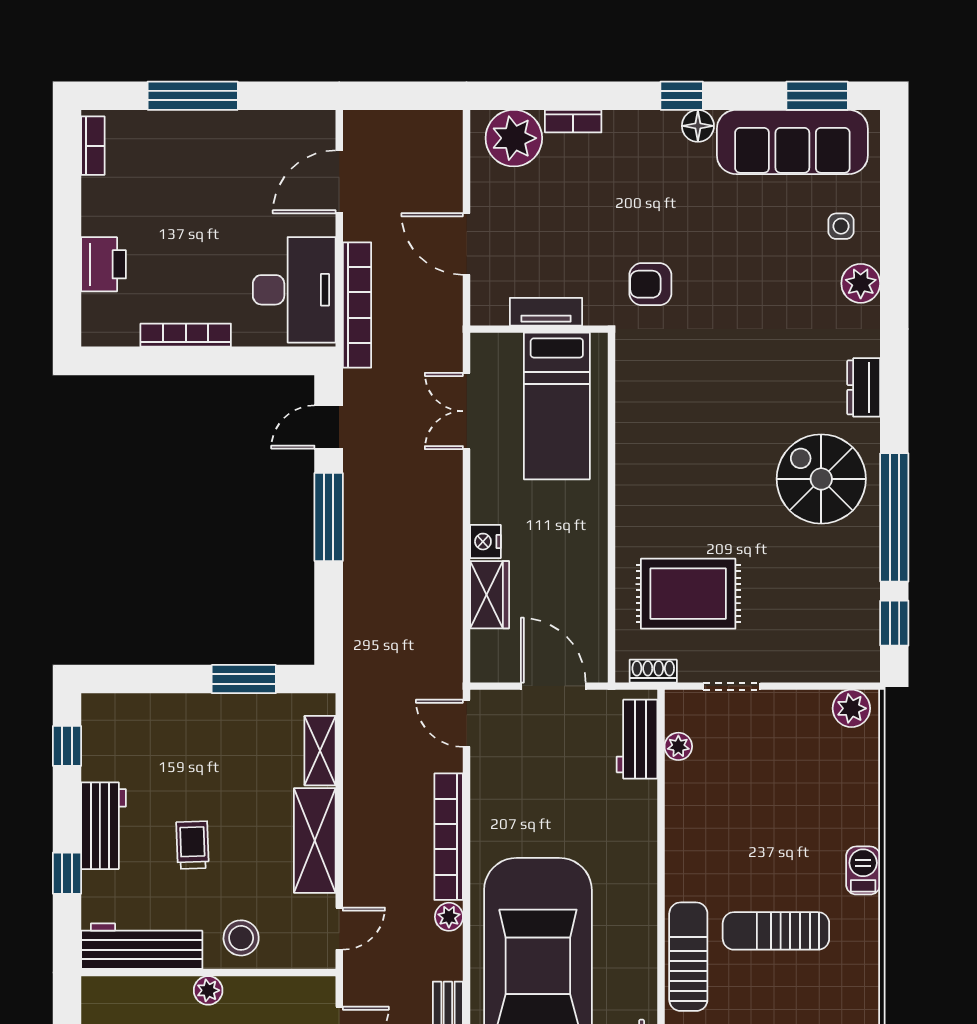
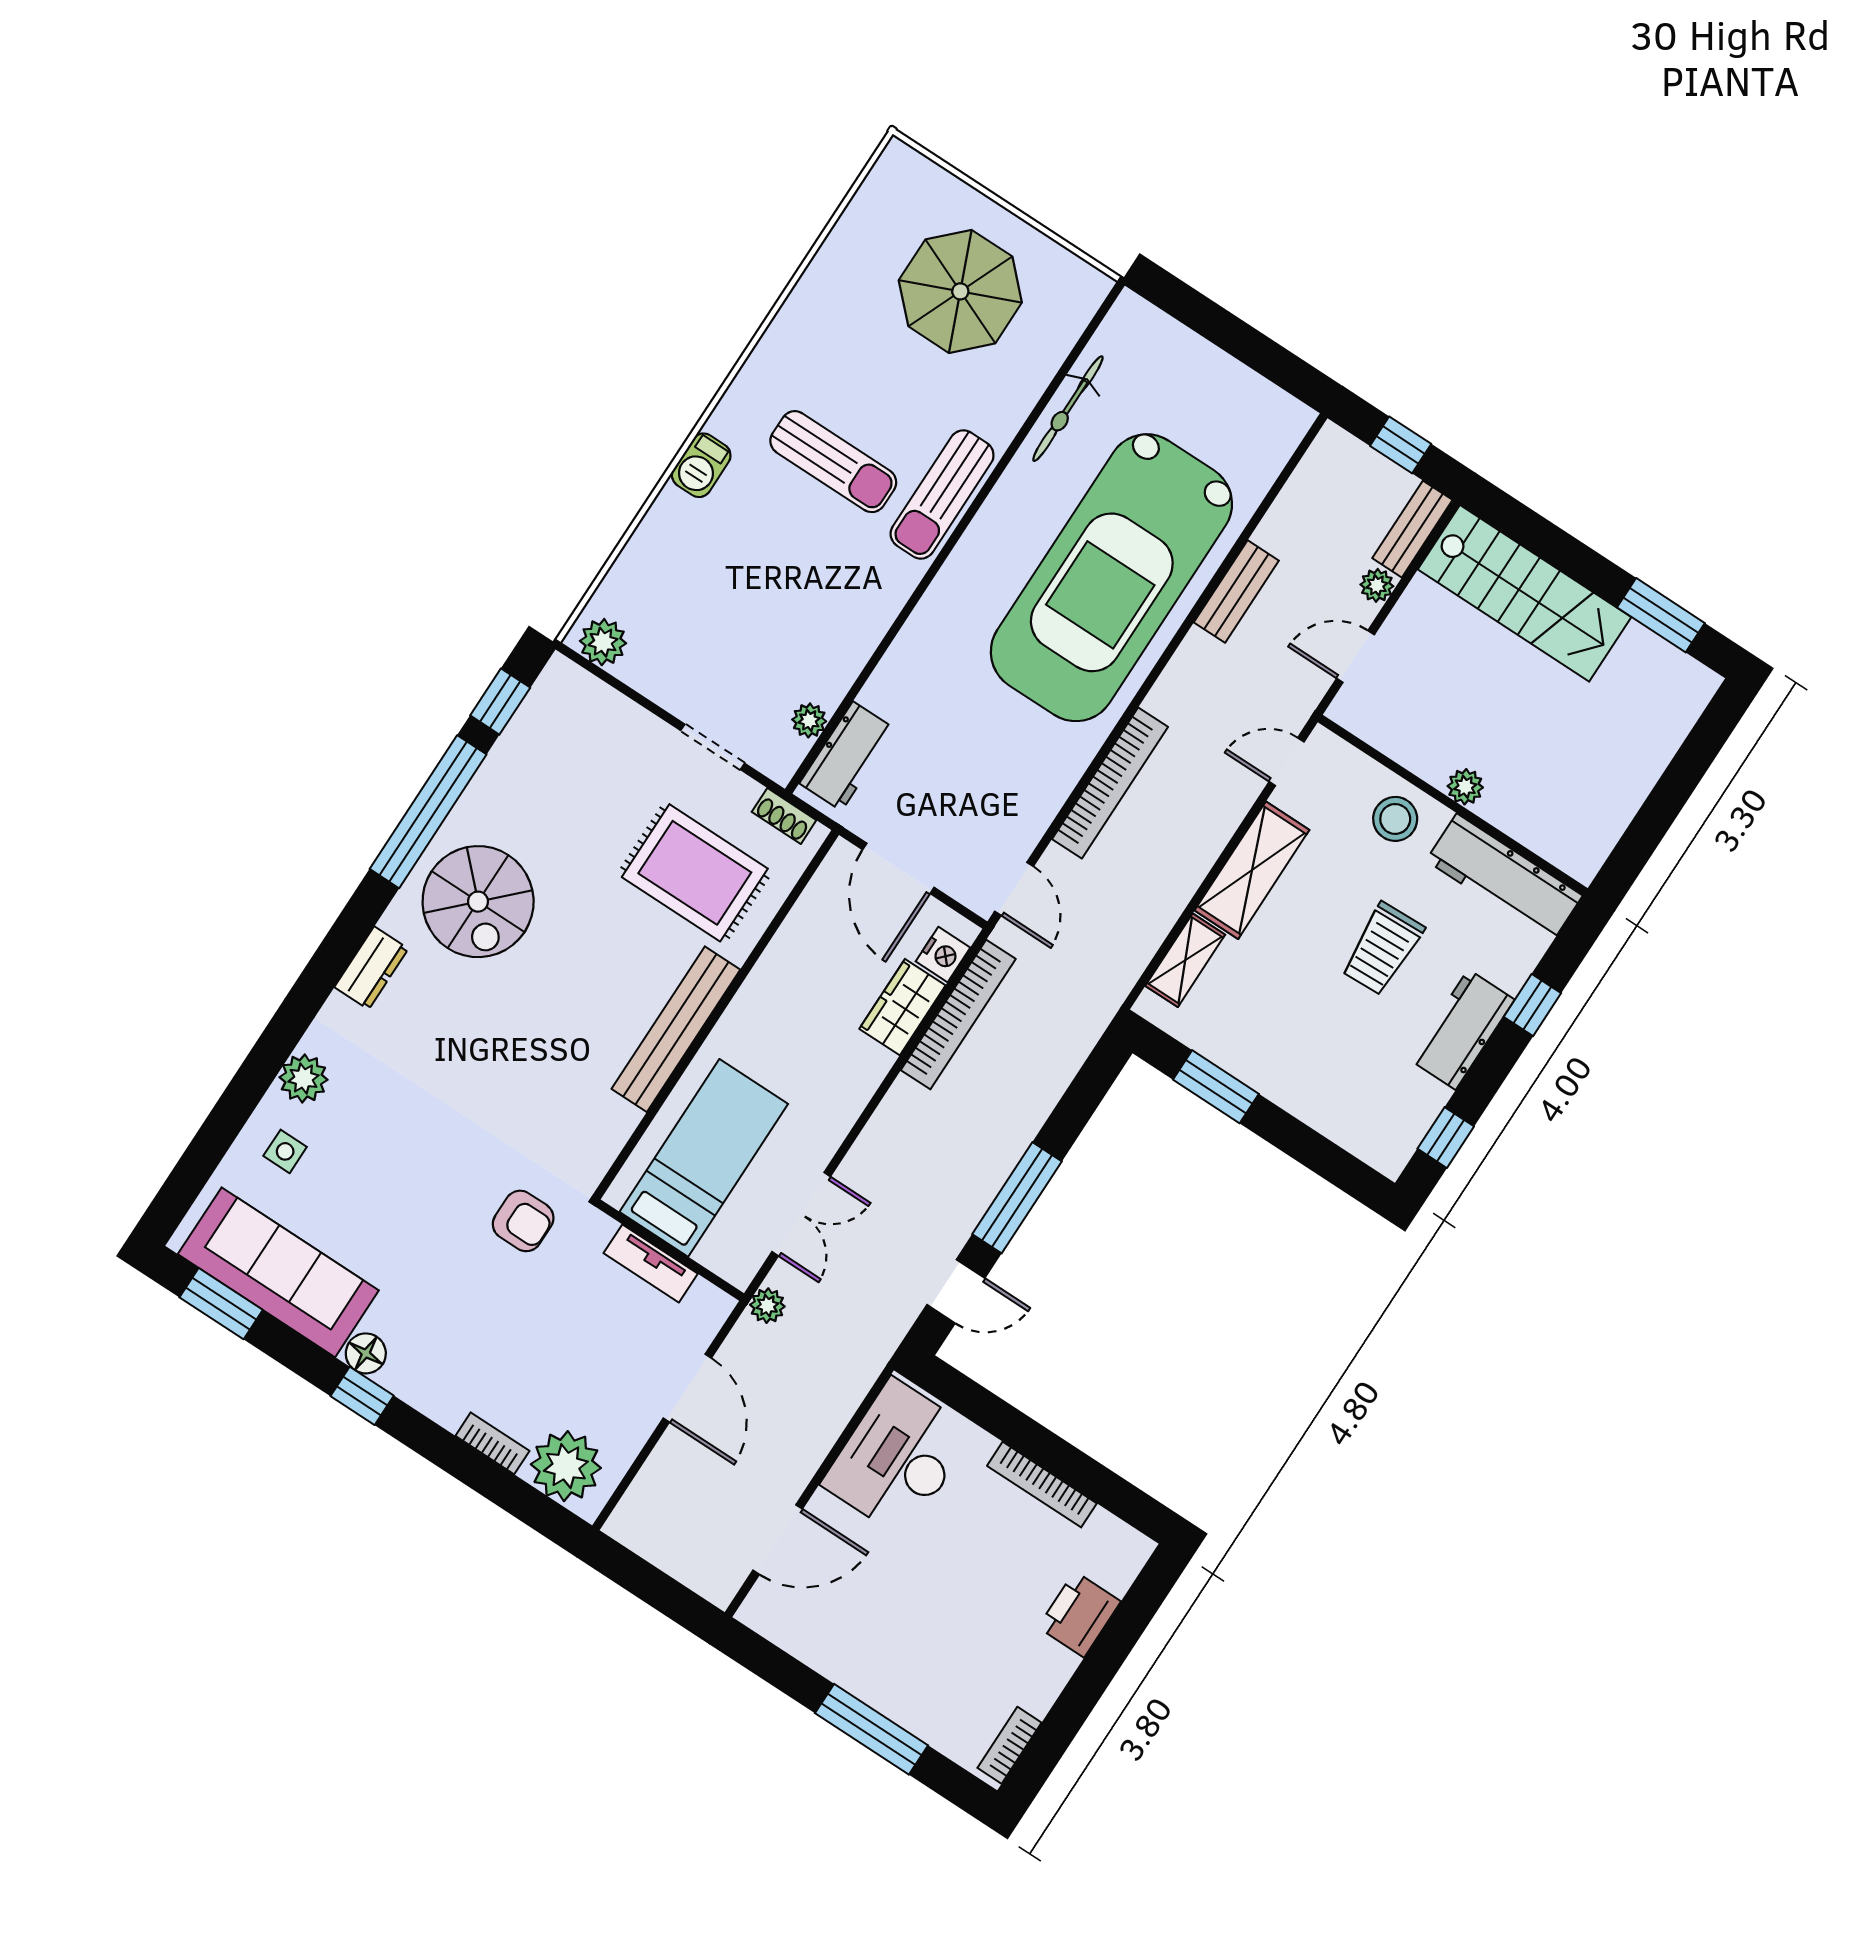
bookcase: (357, 305) -> (958, 1014), moved, turned 180
bench: (632, 480) -> (676, 1029), added
nightstand: (485, 542) -> (943, 955), moved
trolley: (192, 845) -> (1383, 949), width x1.36, depth x1.39
plant: (449, 917) -> (767, 1306), moved

